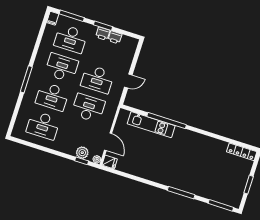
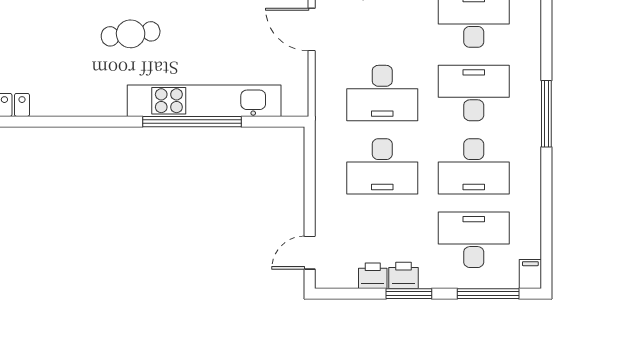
desk: (97, 79) -> (382, 166), turned 180
door: (128, 81) -> (310, 253), moved
kitchen unit: (151, 125) -> (204, 101), width x1.36
cafe table: (180, 163) -> (131, 34), added

